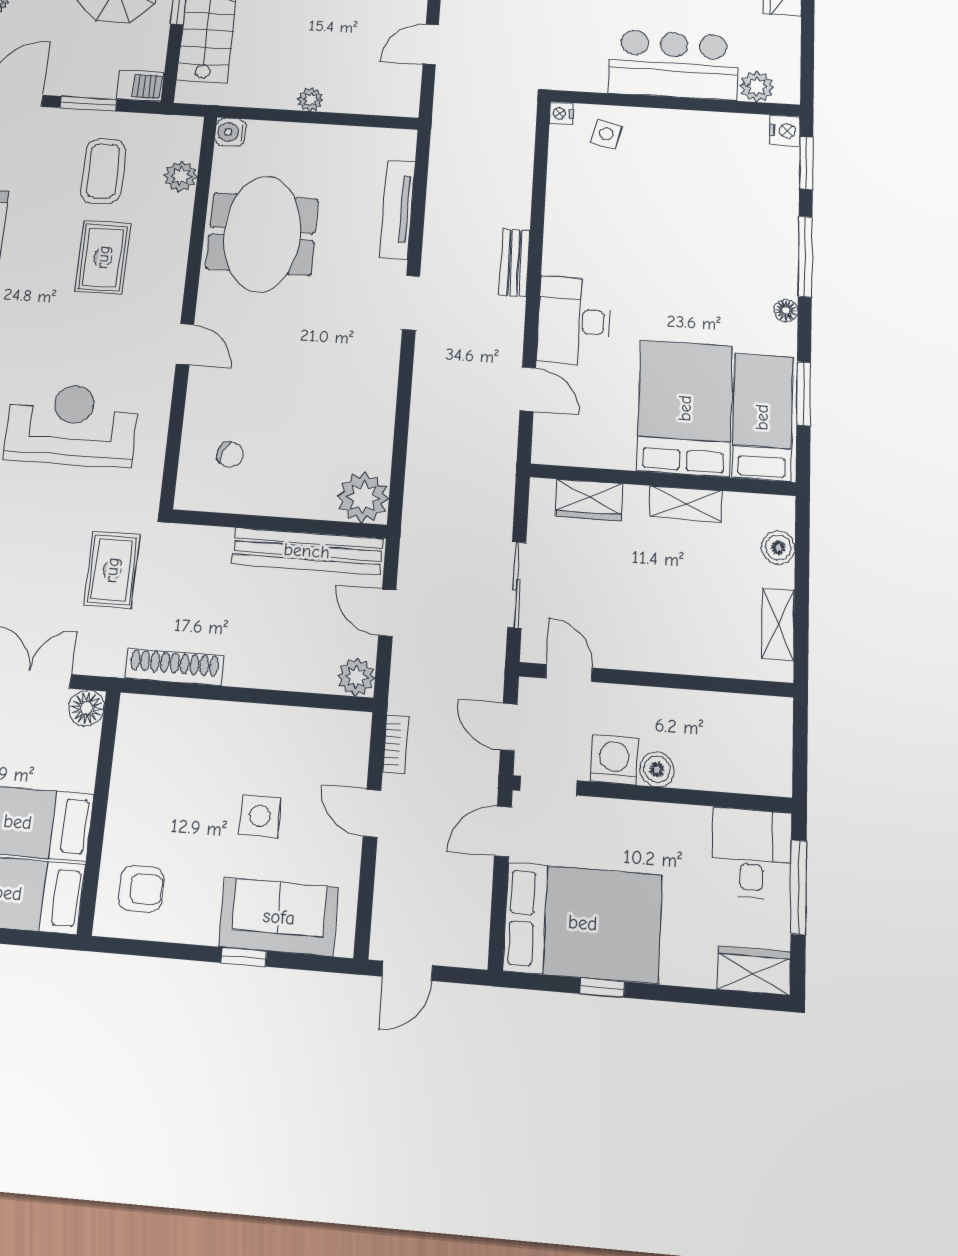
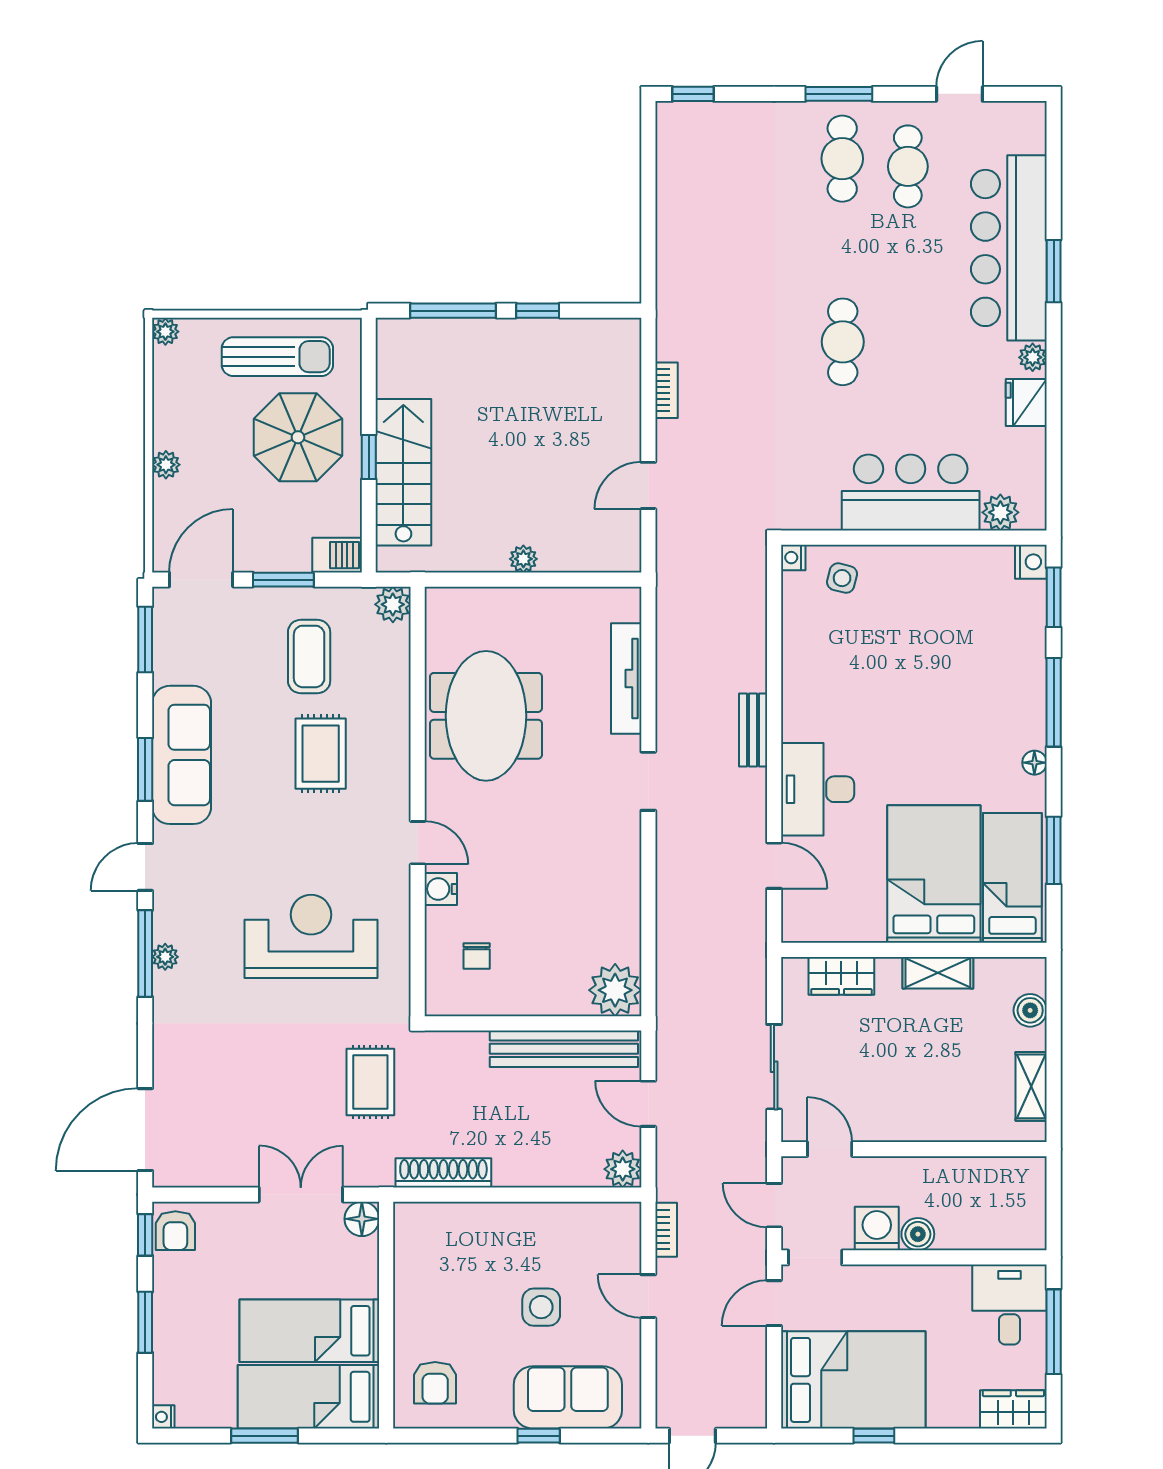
water cooler: (230, 132) -> (441, 889), moved
plant: (181, 176) -> (393, 604), moved
chair: (230, 455) -> (477, 956), turned 70
armchair: (141, 889) -> (435, 1383), turned 90

